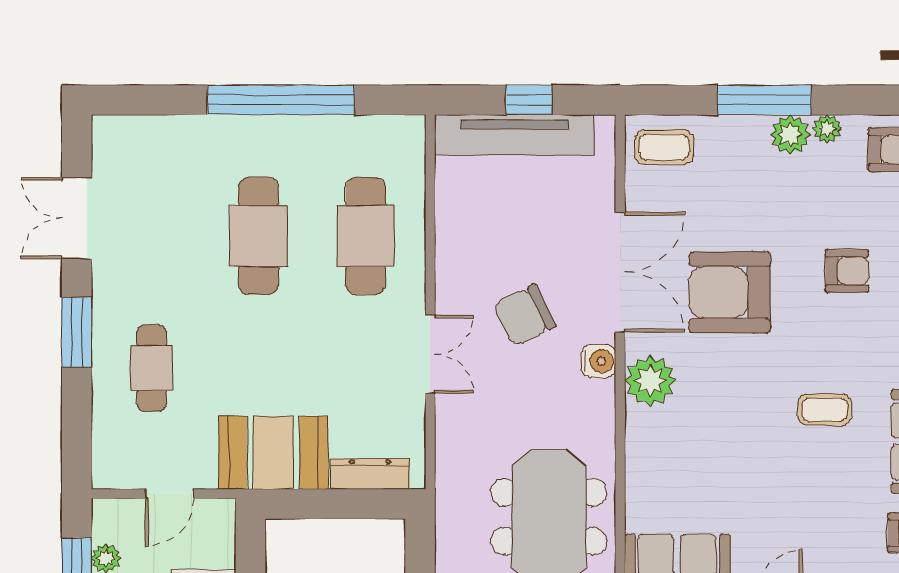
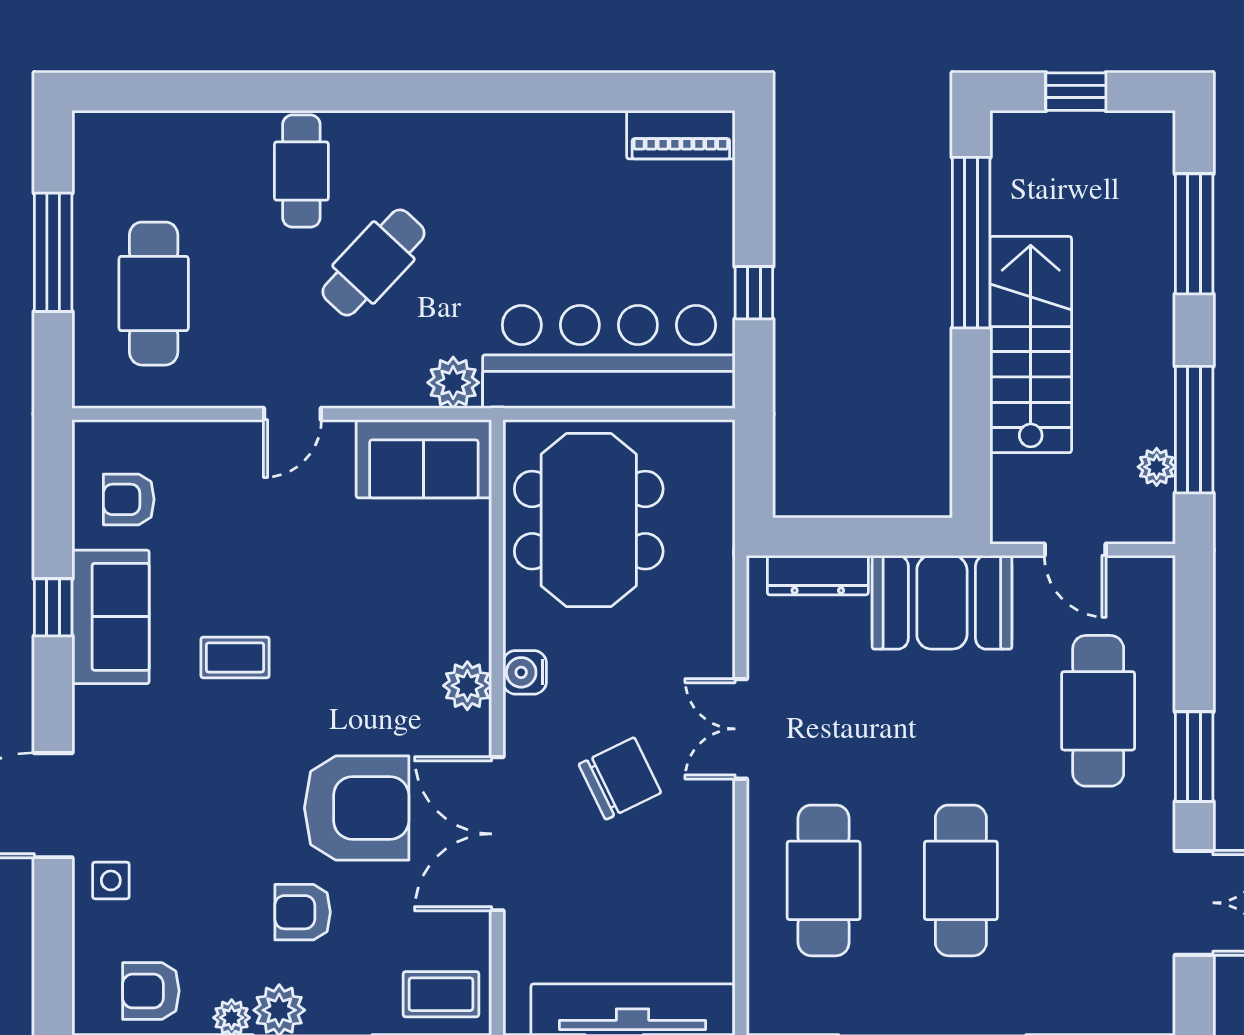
armchair: (847, 271) -> (303, 912), moved
water cooler: (599, 361) -> (525, 672), moved
cafe table: (151, 368) -> (1098, 711), width x1.37, depth x1.35
plant: (650, 381) -> (467, 686), width x0.73, depth x0.73
door: (169, 494) -> (1075, 550), swing flipped

